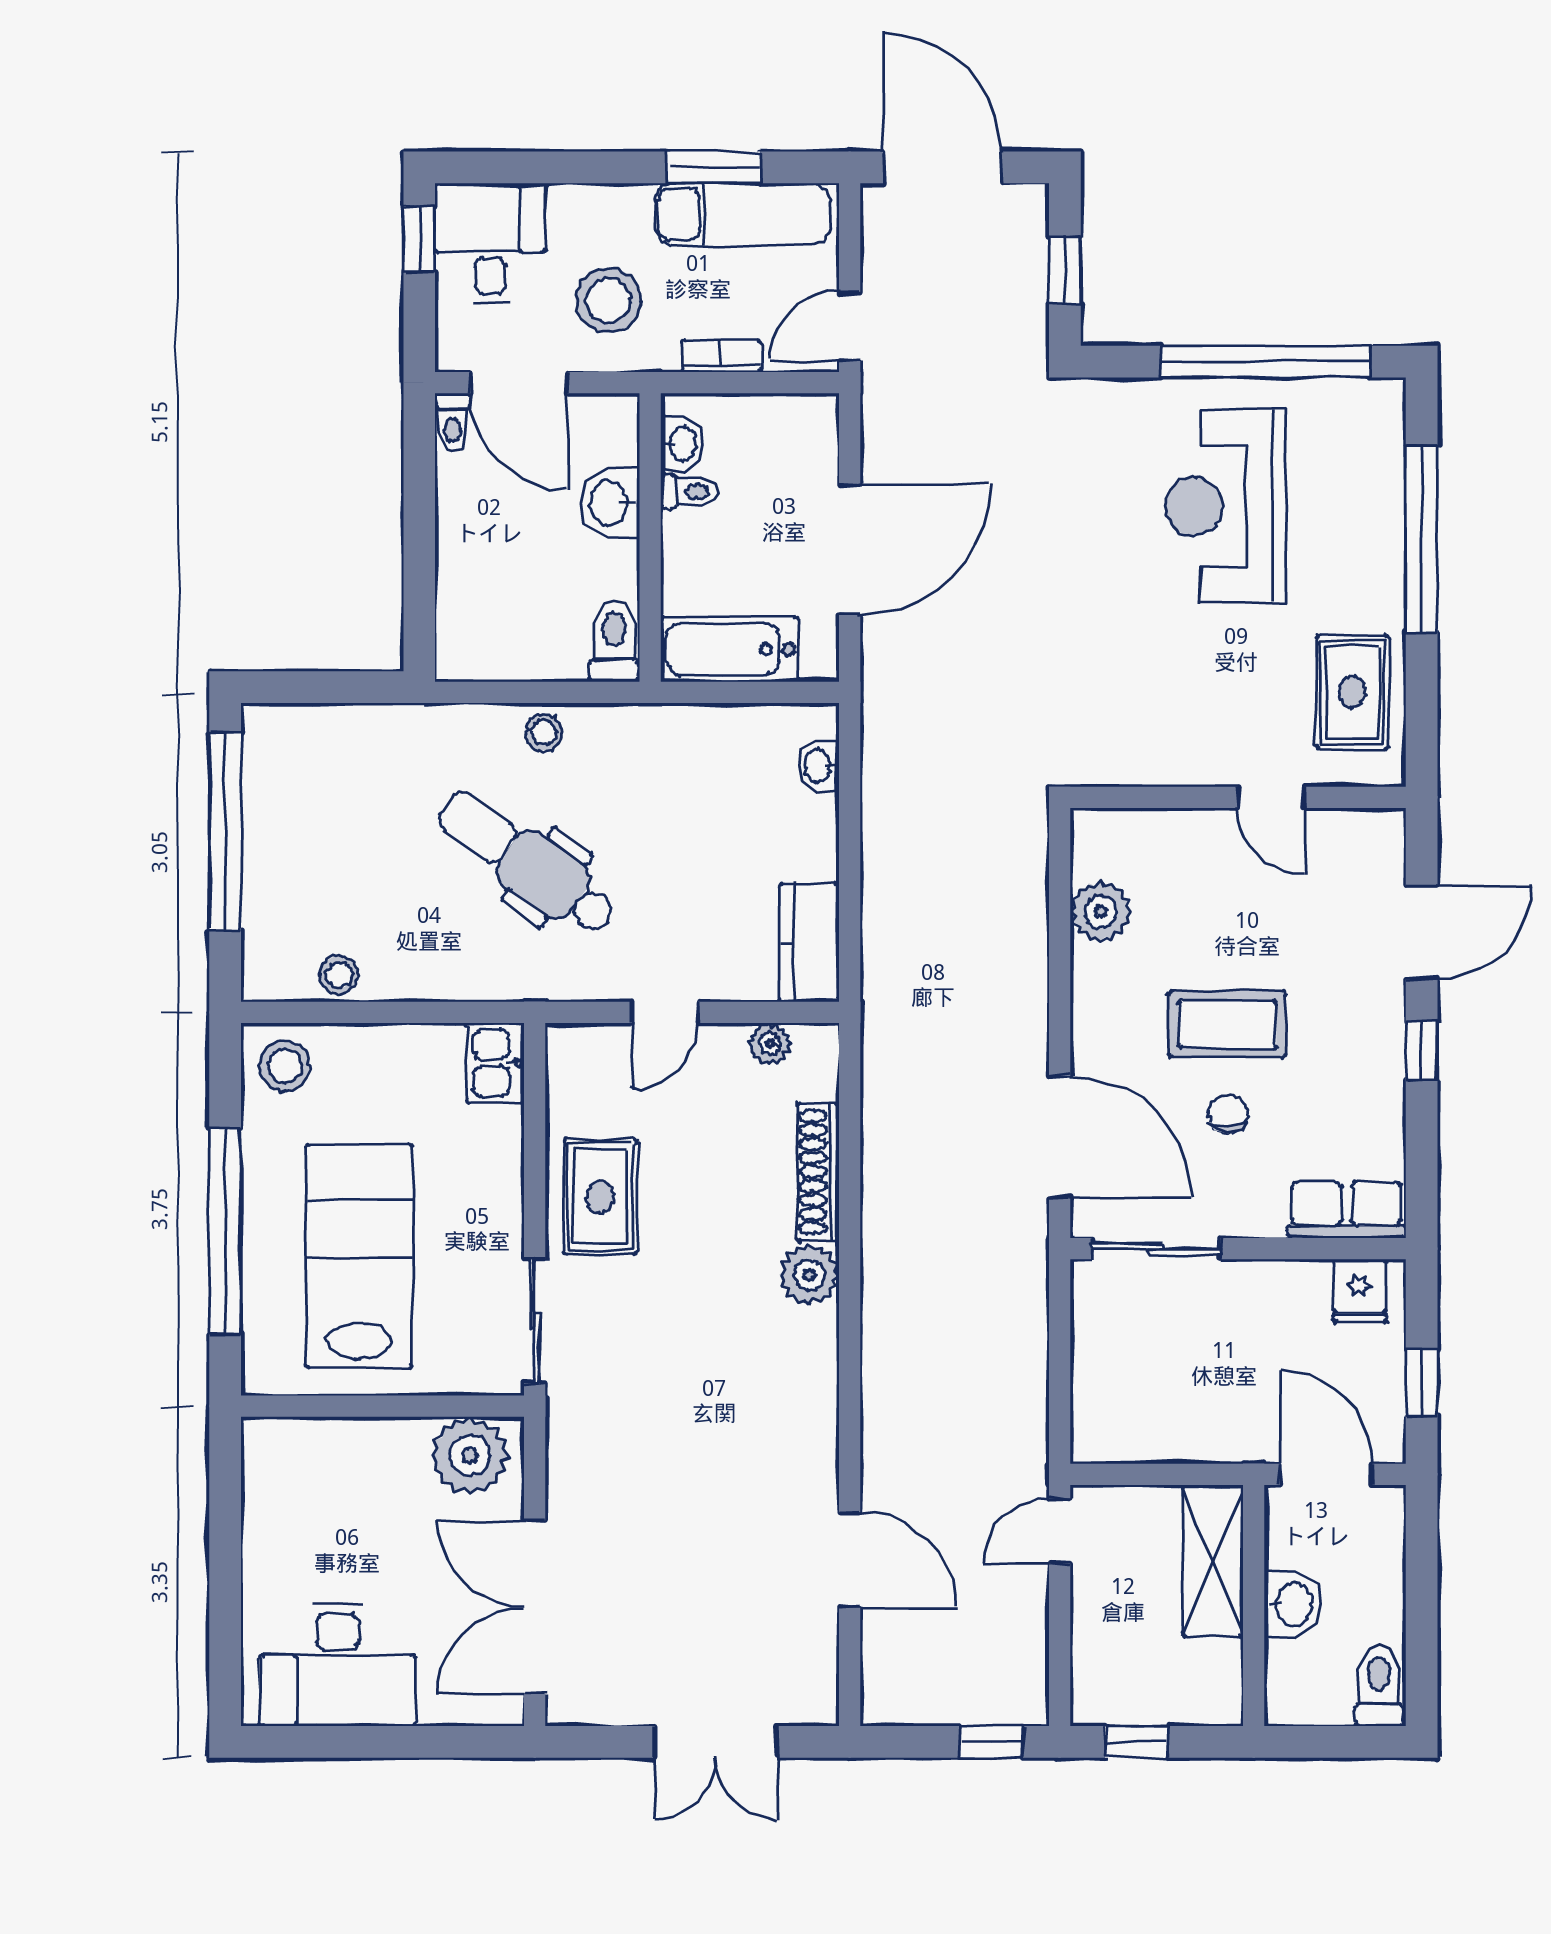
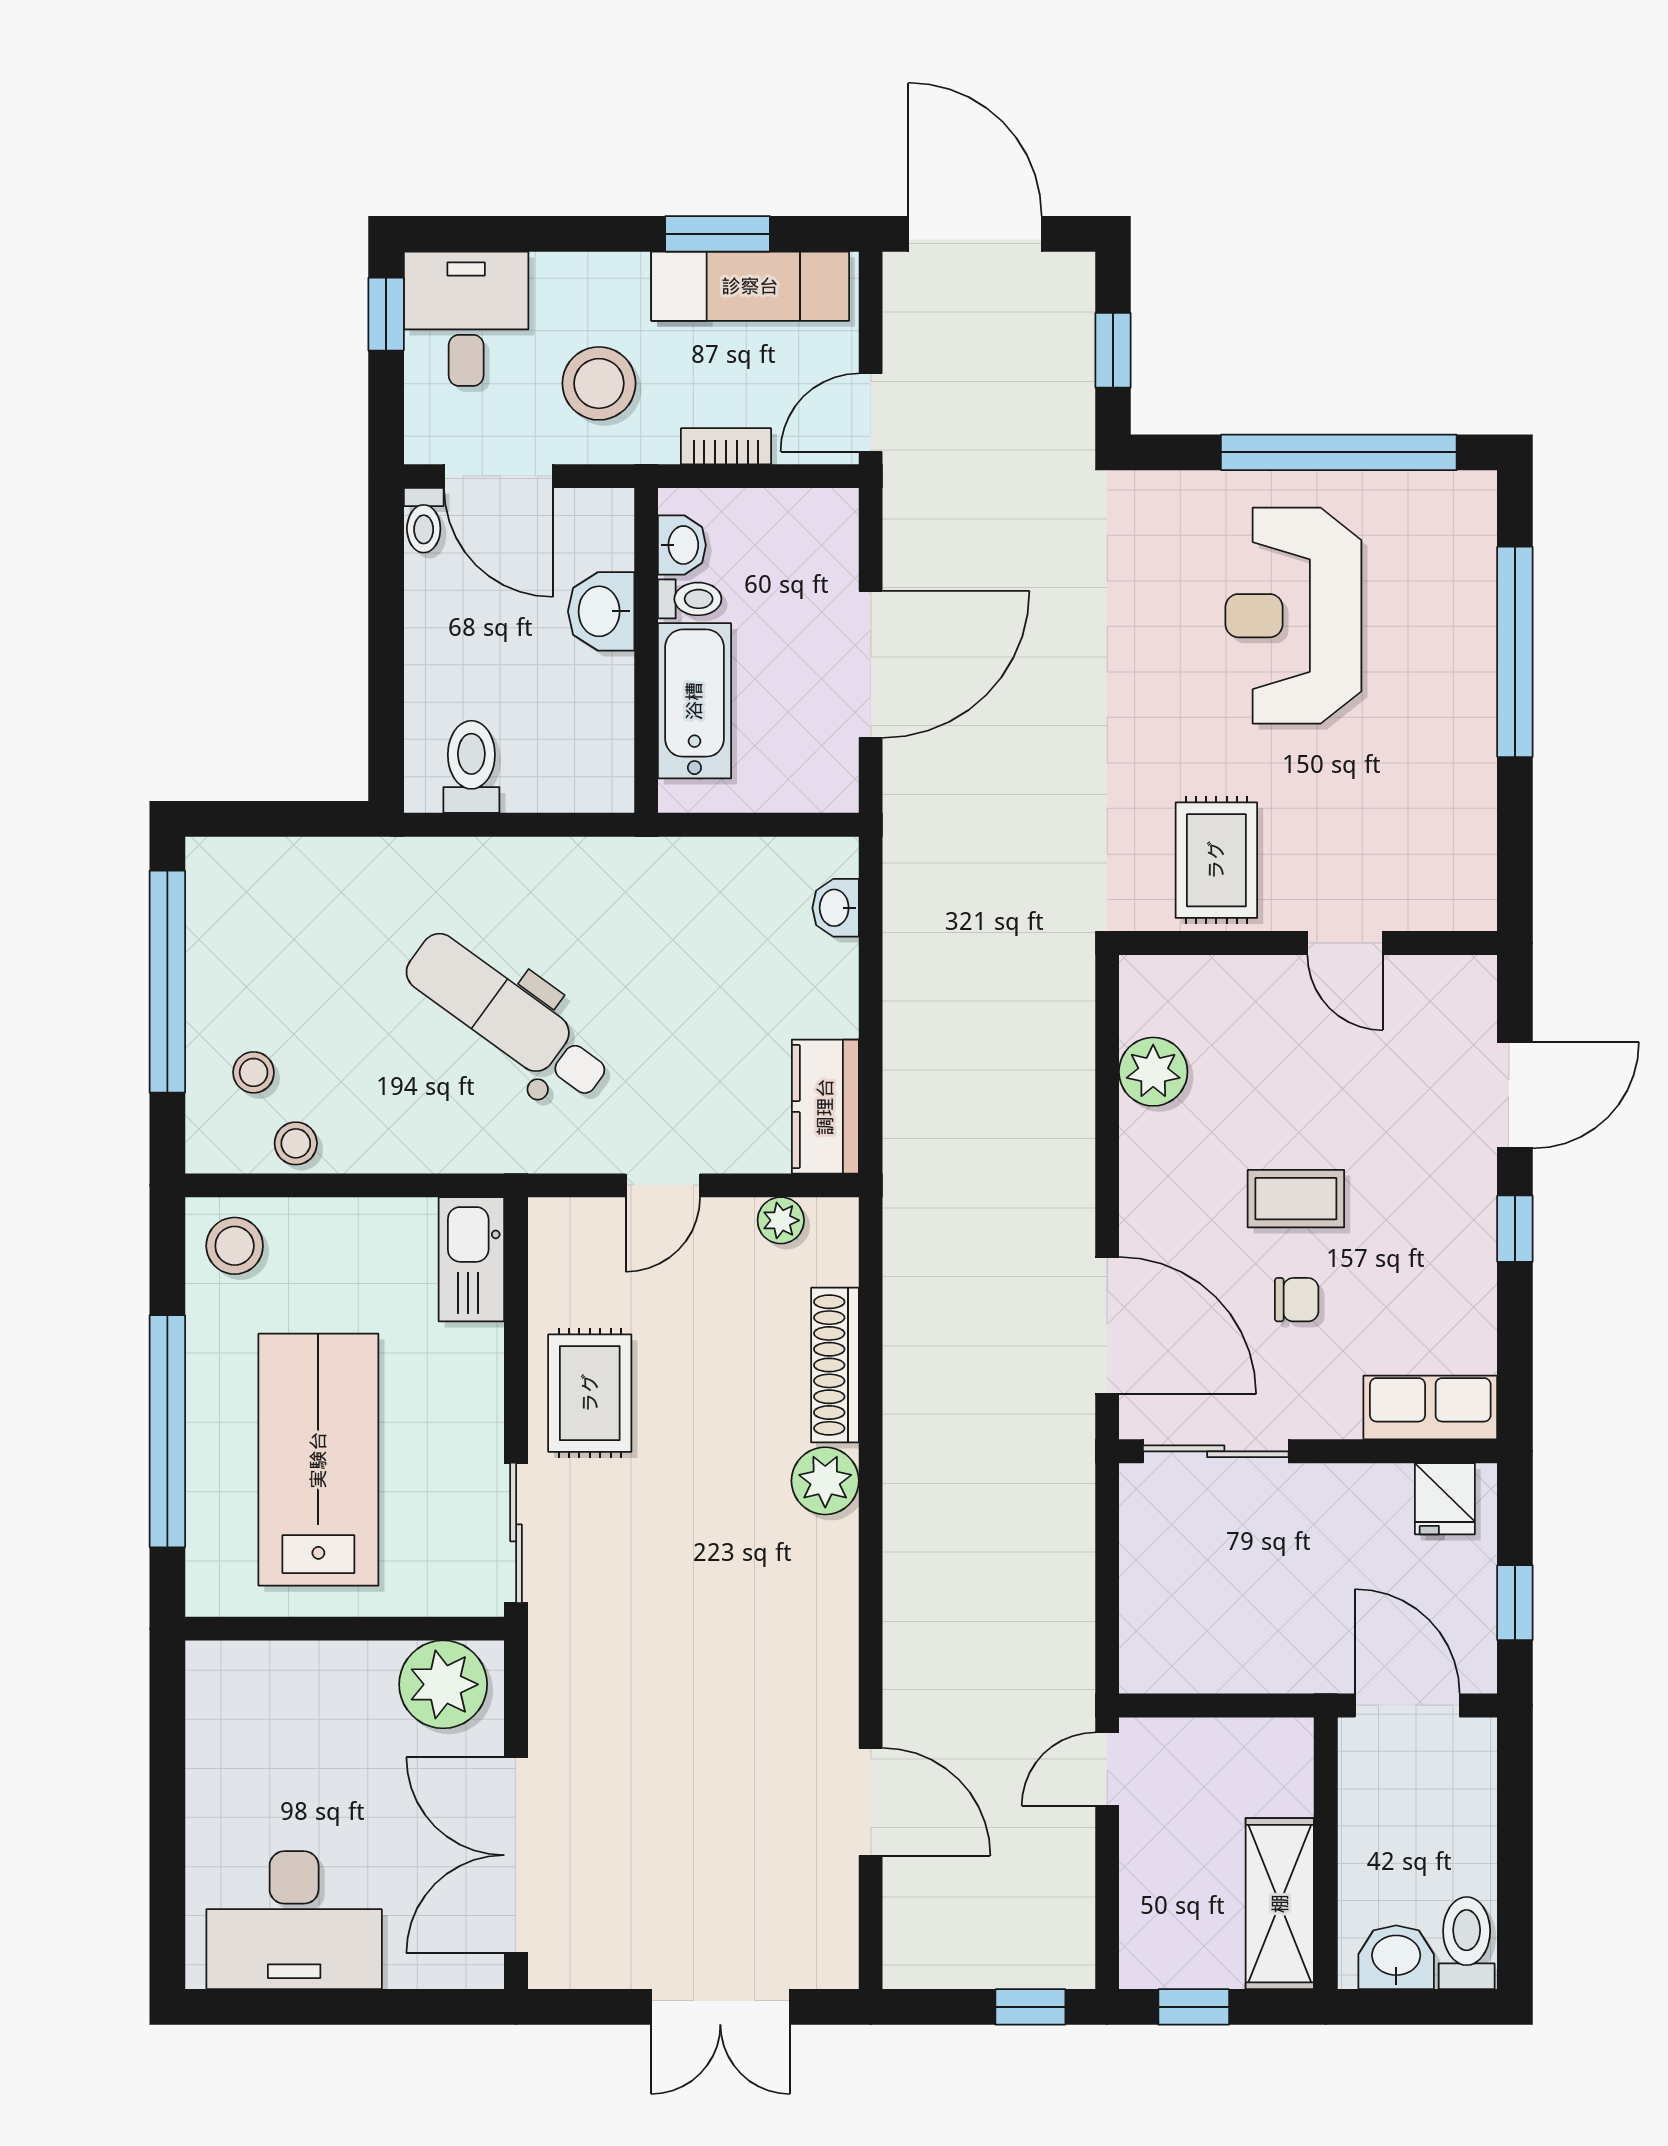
toilet: (614, 641) -> (471, 767), moved
bathtub: (730, 649) -> (694, 701), moved, turned 90
rug: (1352, 692) -> (1216, 860), moved
stool: (544, 732) -> (254, 1072), moved
coffee table: (1227, 1024) -> (1296, 1199), width x0.73, depth x0.77
kitchen sink: (495, 1063) -> (471, 1259), width x1.38
chair: (1228, 1114) -> (1297, 1300), turned 90
shelving: (1213, 1561) -> (1280, 1904), moved
washbasin: (1293, 1604) -> (1396, 1957), moved, turned -90

